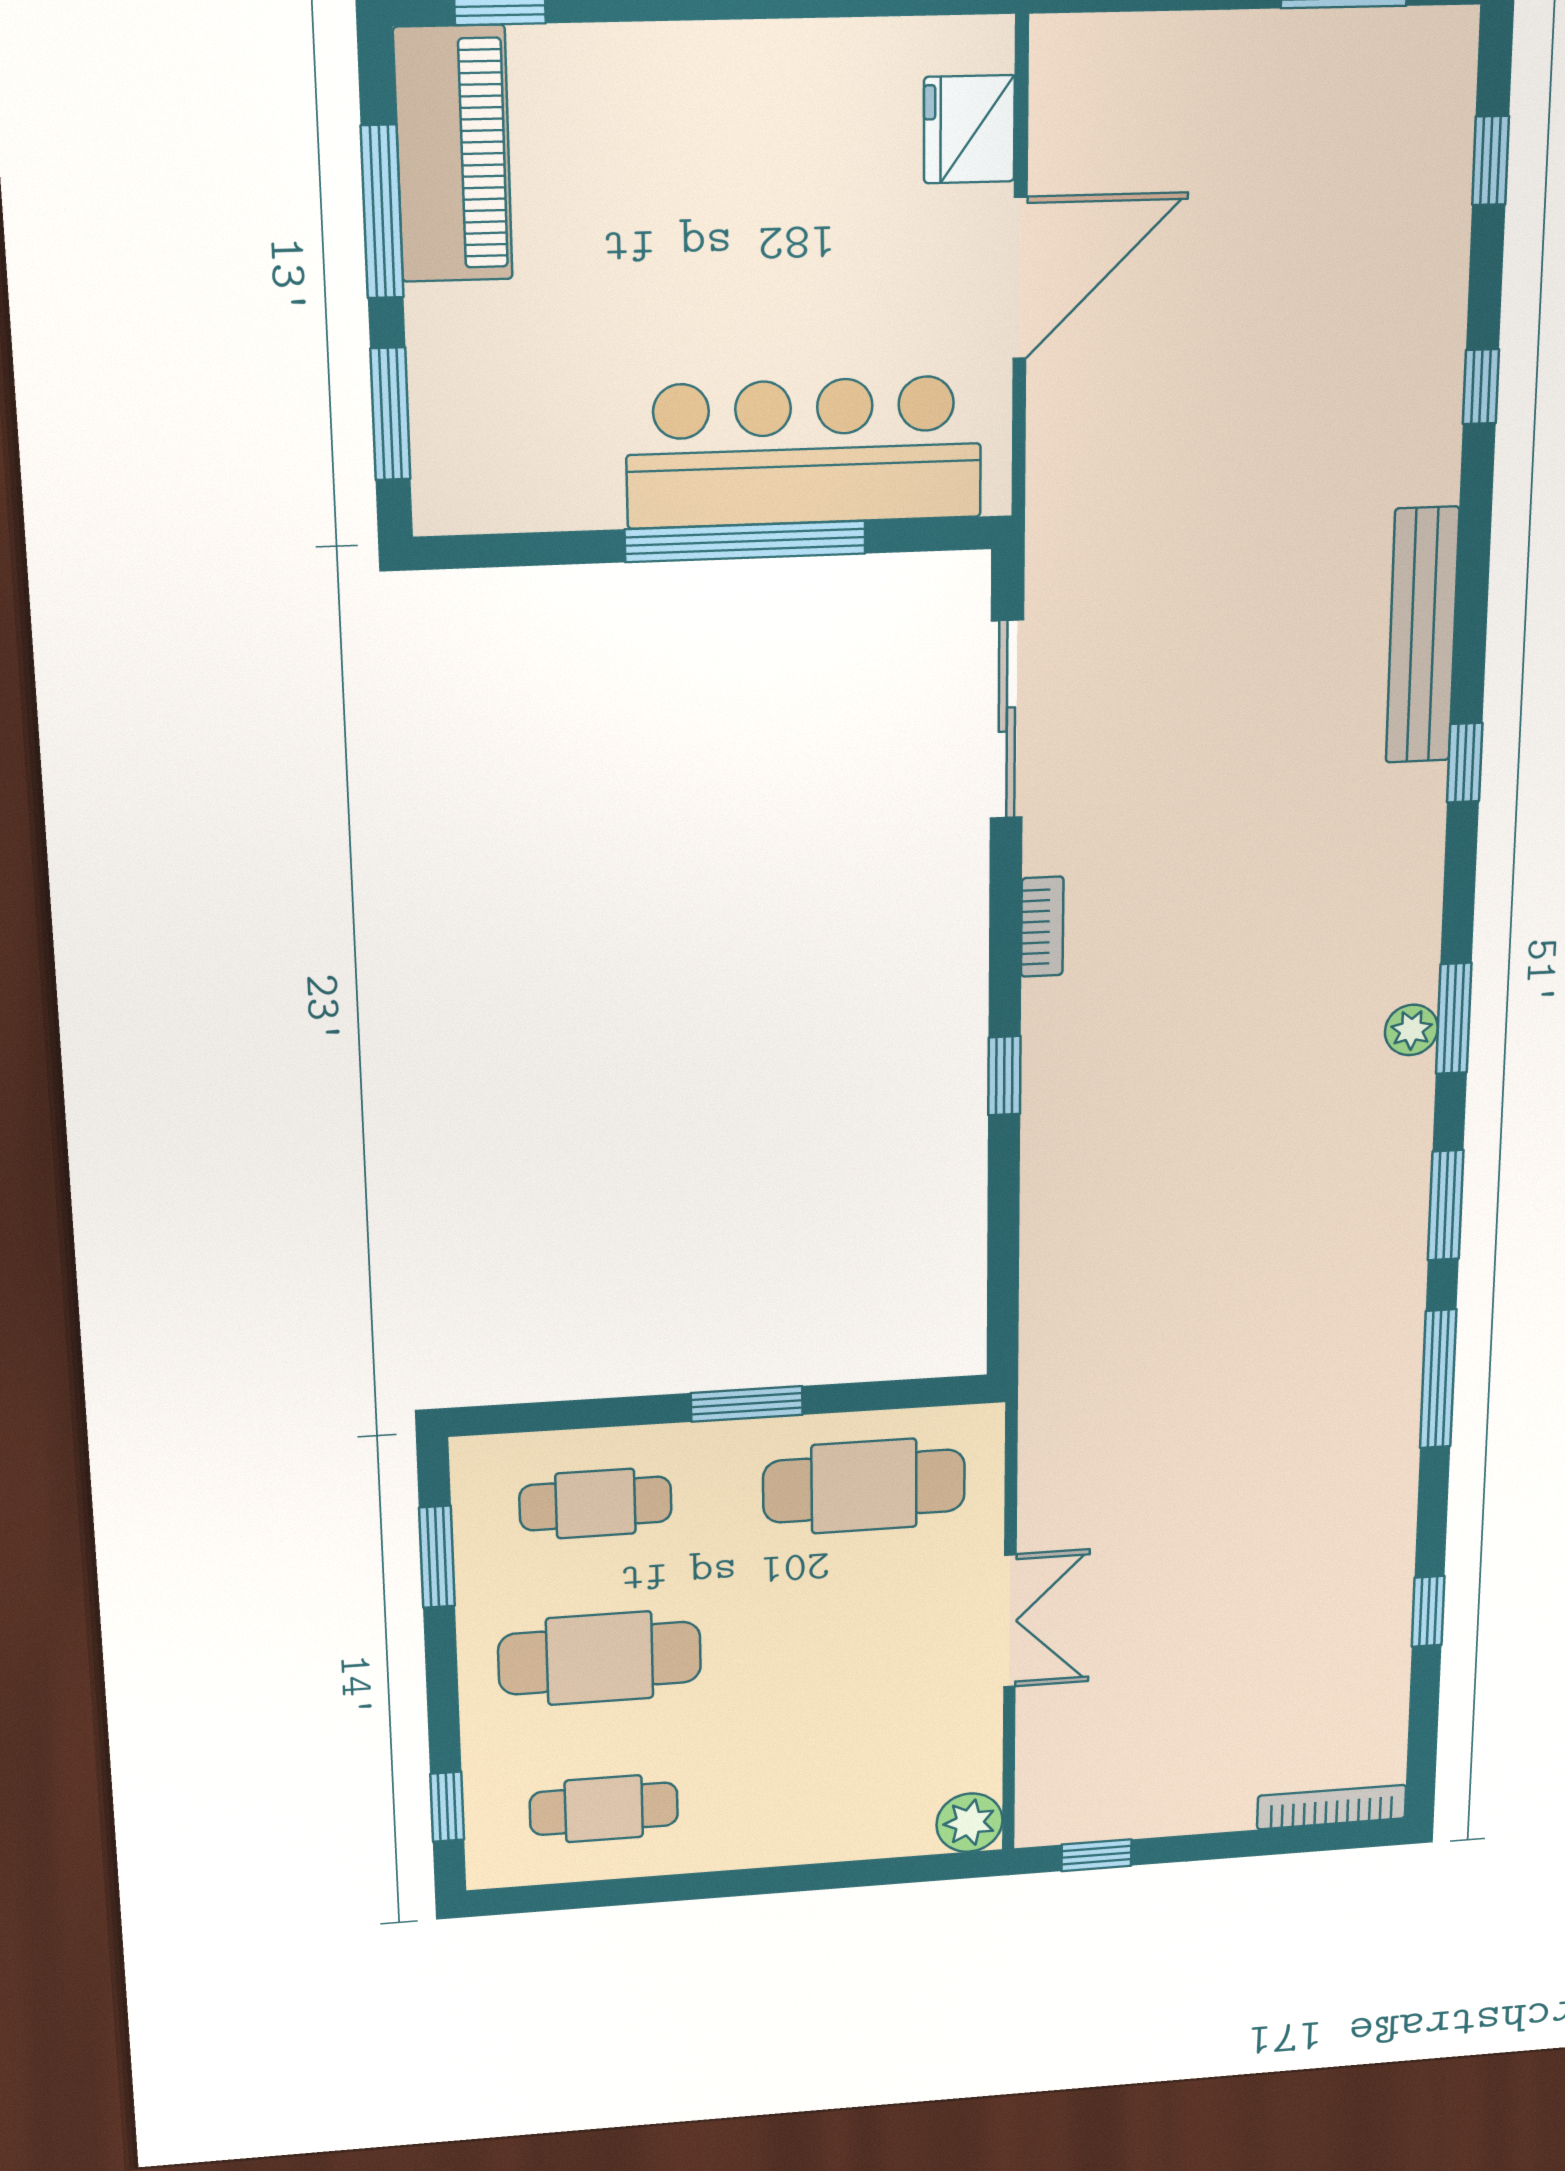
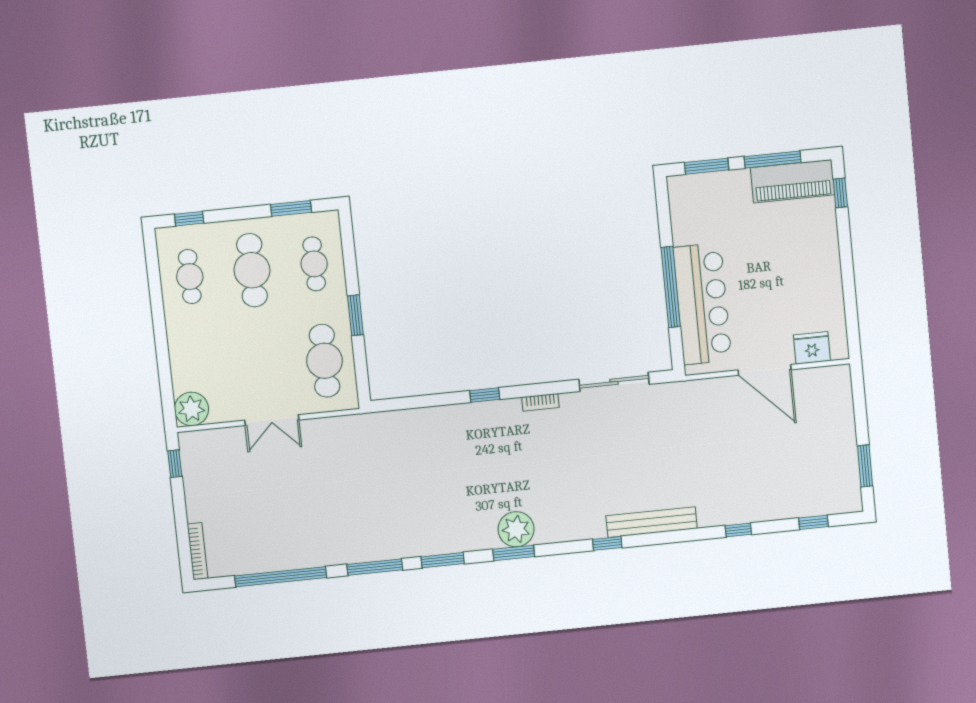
plant: (1411, 1030) -> (516, 529), width x1.87, depth x1.87
window: (1428, 1611) -> (281, 577), width x3.17
plant: (970, 1823) -> (191, 409), width x1.36, depth x1.36

